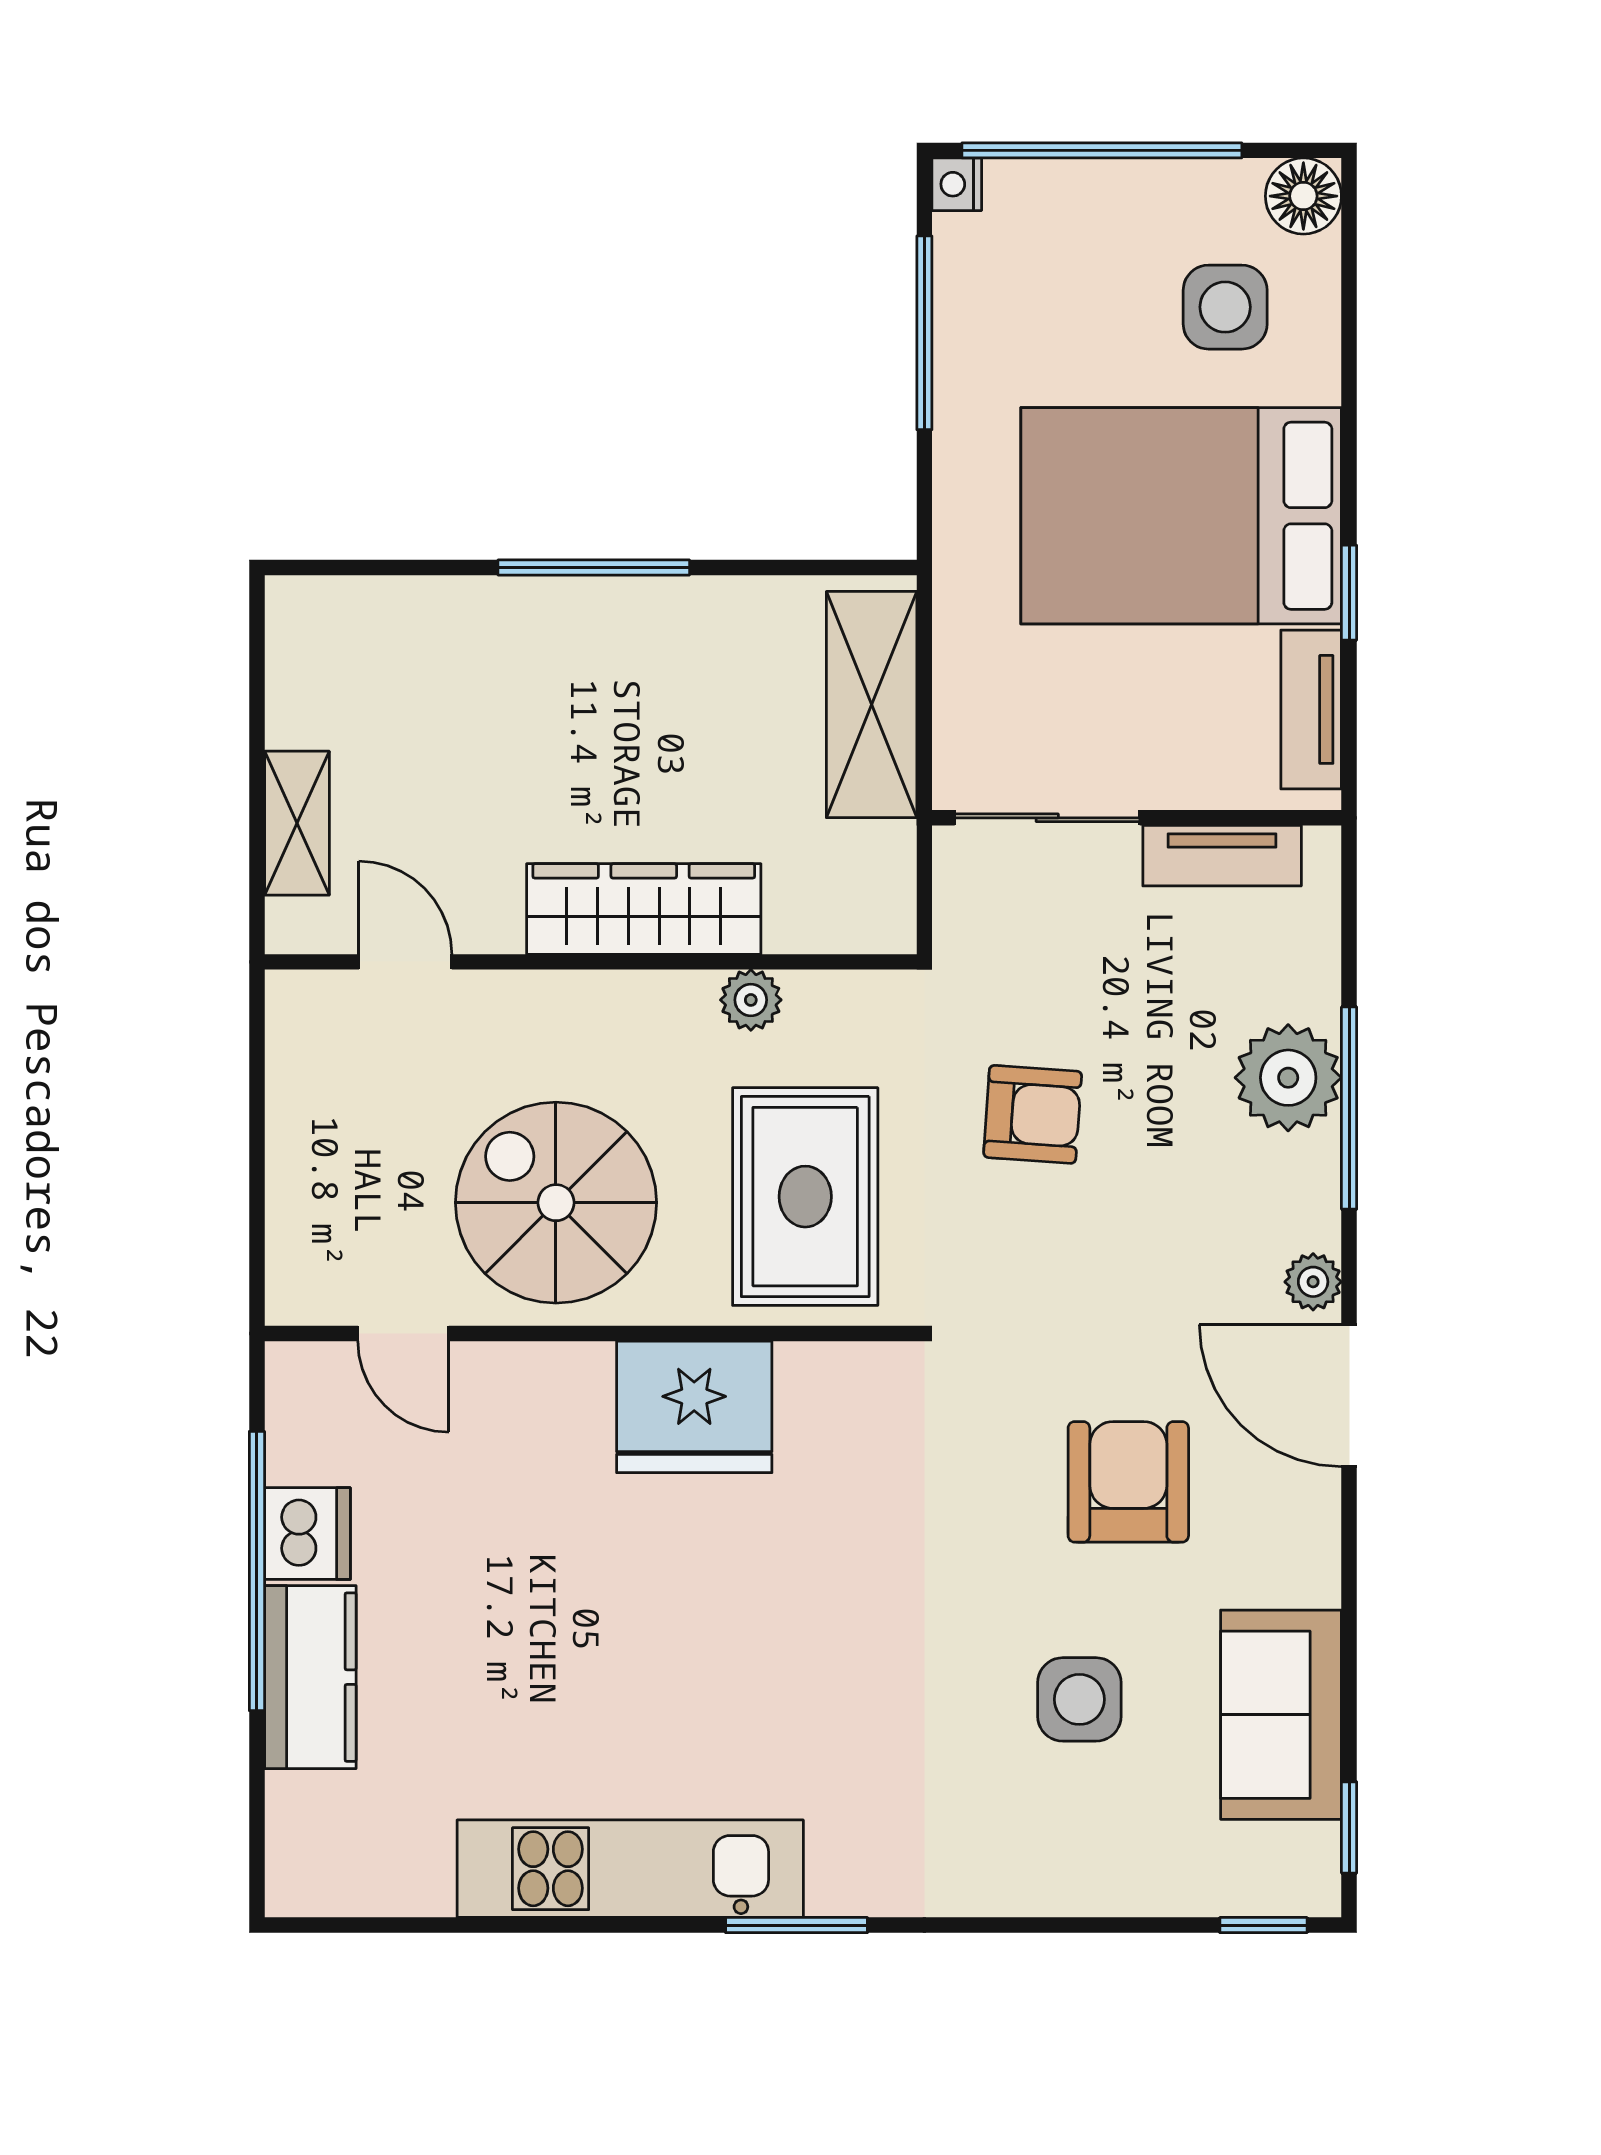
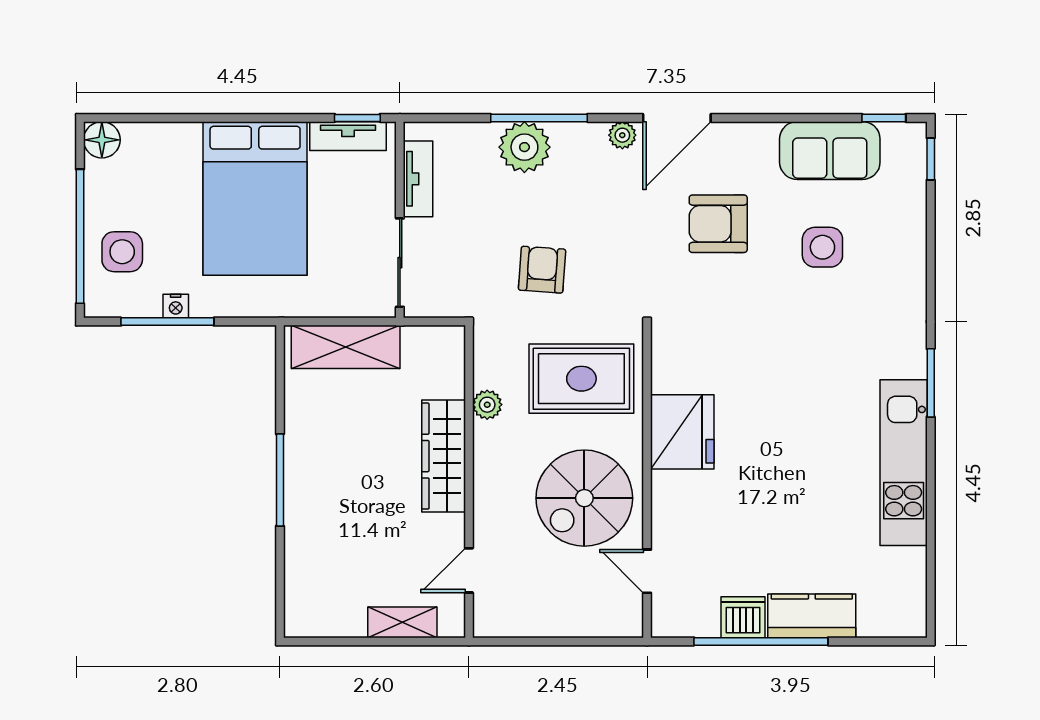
nightstand: (957, 184) -> (176, 306), moved
side table: (1225, 307) -> (122, 252), moved
window: (1349, 593) -> (357, 118), moved
door: (403, 1334) -> (647, 571), swing flipped

